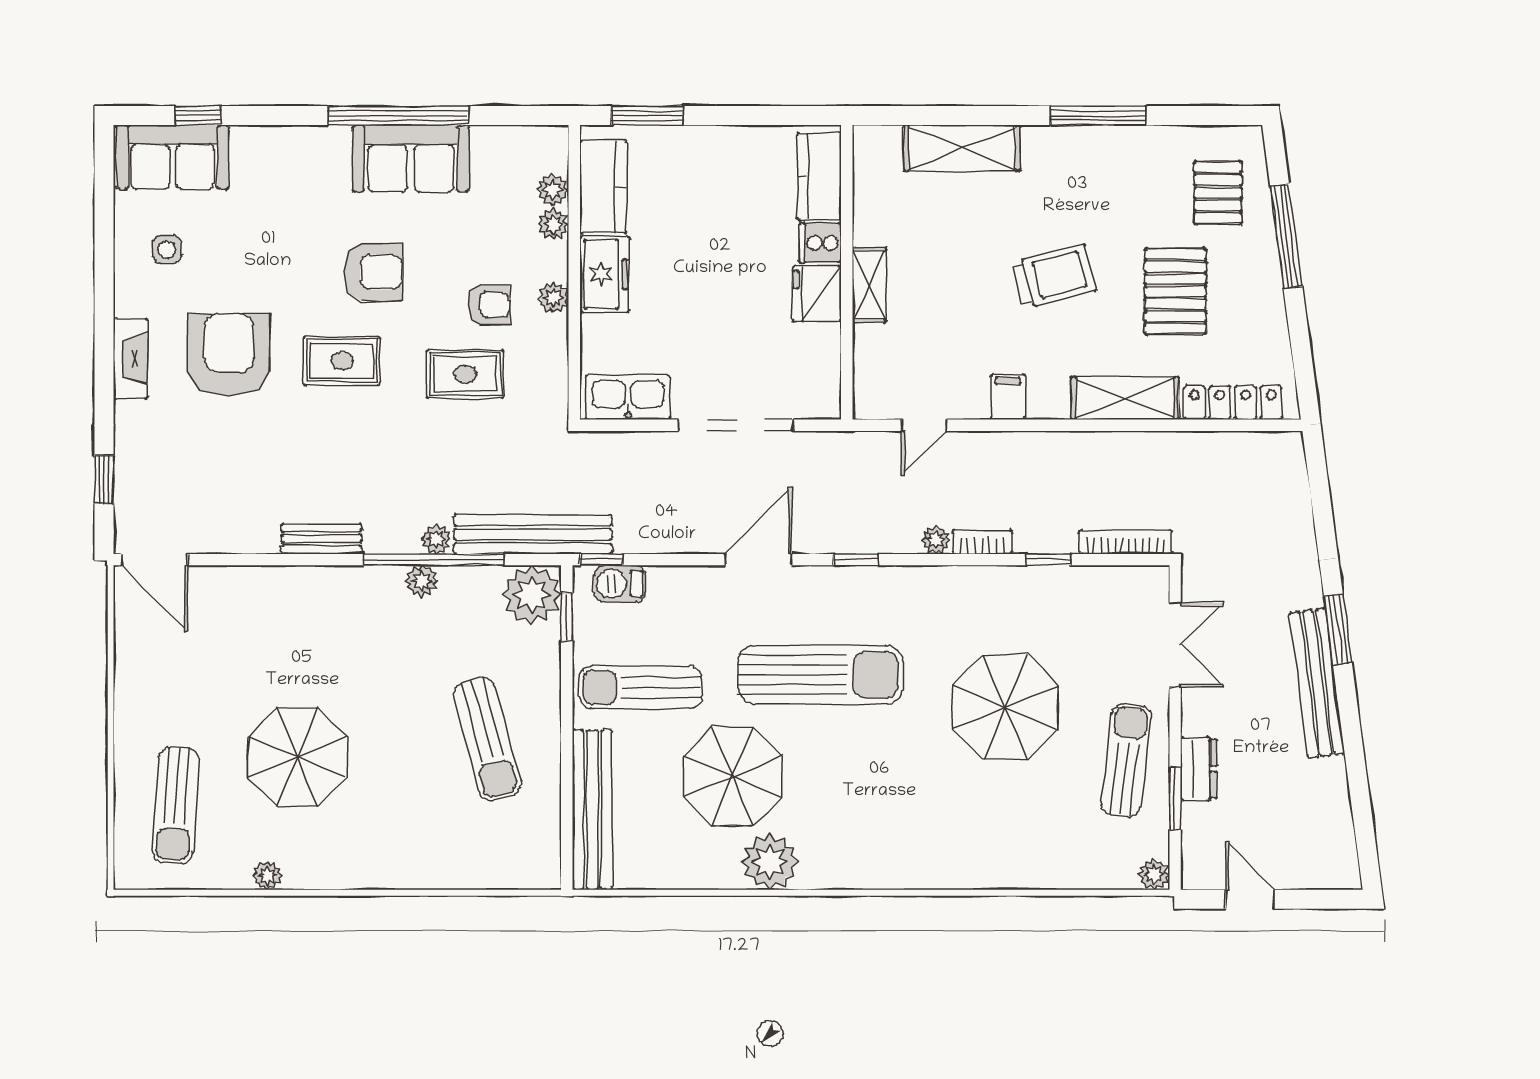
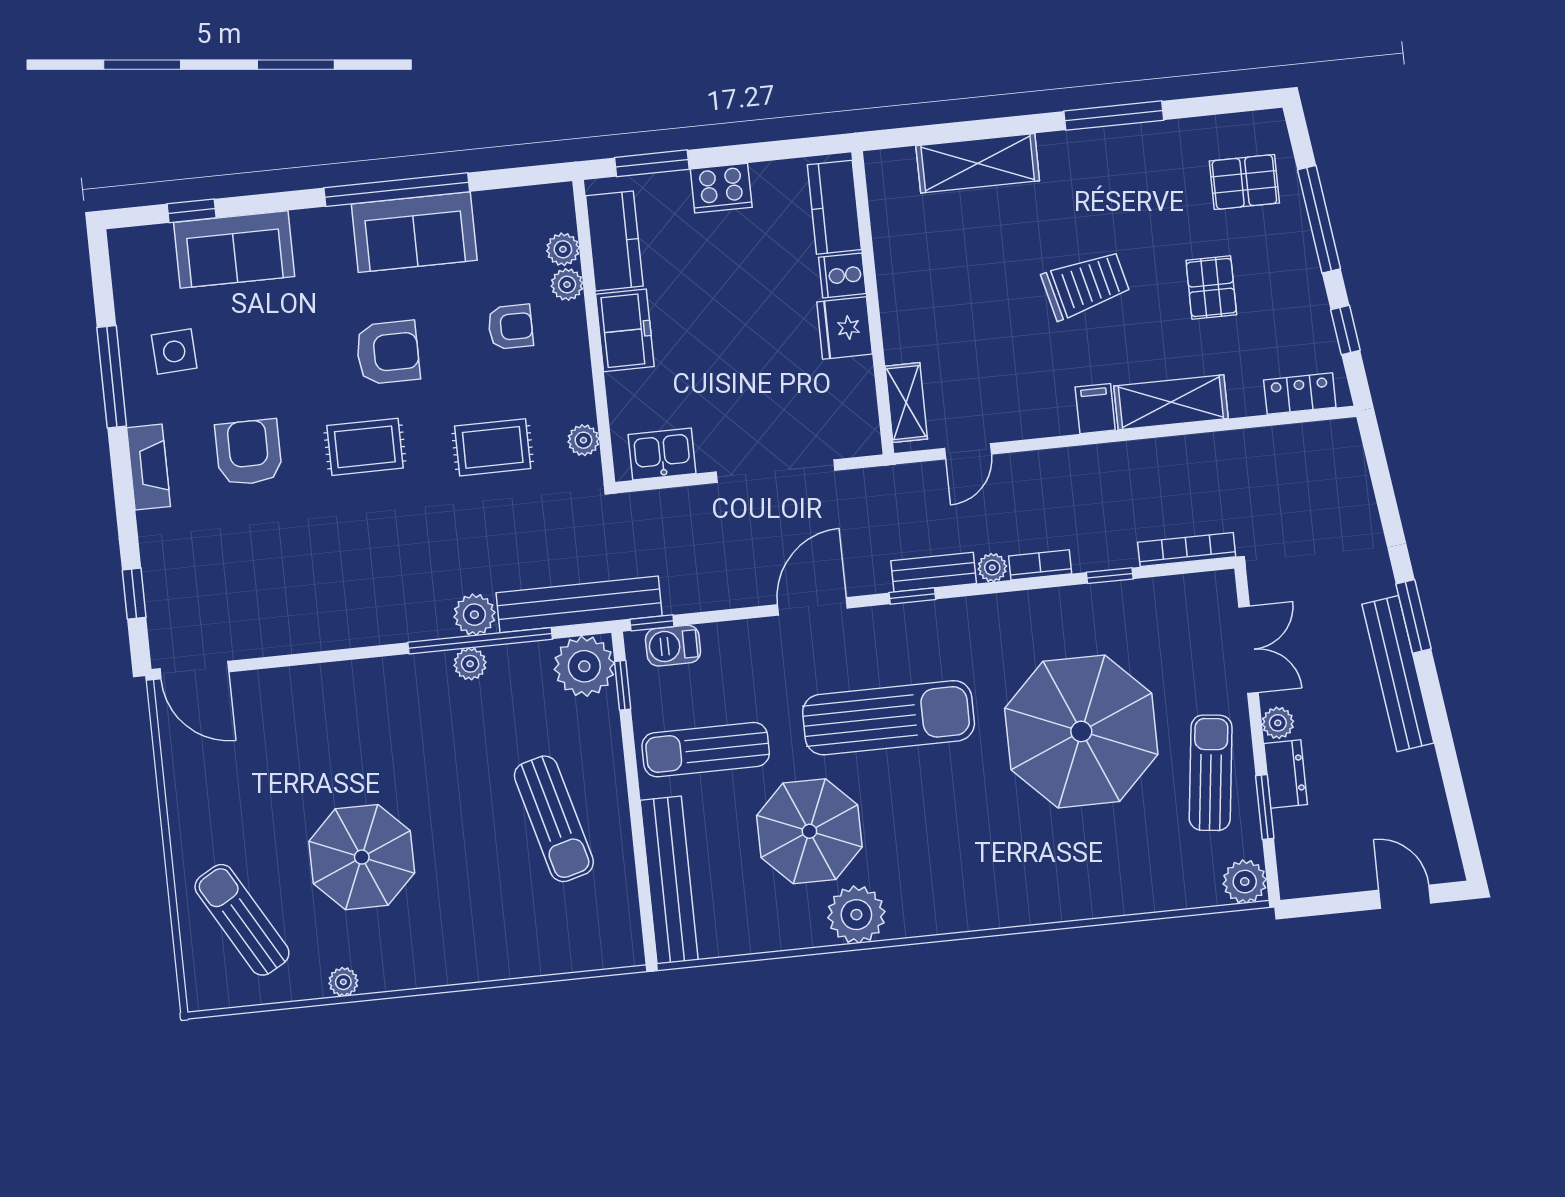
cooker: (712, 146) -> (721, 188), added
sofa: (173, 157) -> (234, 249), moved
pallet: (1218, 193) -> (1244, 182), turned 90
side table: (167, 250) -> (174, 351), width x1.37, depth x1.37
window: (104, 268) -> (112, 377), added
shelving: (869, 285) -> (906, 403), moved
pallet: (1175, 291) -> (1211, 288), width x0.67, depth x0.71
plant: (553, 298) -> (583, 440), moved
armchair: (489, 305) -> (510, 327), moved
window: (1301, 346) -> (1345, 330), added
armchair: (229, 355) -> (249, 452), width x0.73, depth x0.73
kitchen sink: (628, 397) -> (662, 454), width x0.73
filing cabinet: (1008, 397) -> (1095, 409), moved
locker: (1233, 403) -> (1300, 394), width x0.66
bench: (321, 539) -> (934, 572), moved
plant: (436, 539) -> (474, 615), width x1.38, depth x1.38
parasol: (1005, 707) -> (1081, 731), width x1.36, depth x1.36
plant: (1196, 719) -> (1278, 723), added
sun lounger: (176, 806) -> (242, 920), turned 146
plant: (1154, 874) -> (1245, 882), width x1.38, depth x1.38
door: (1250, 899) -> (1405, 897), moved

